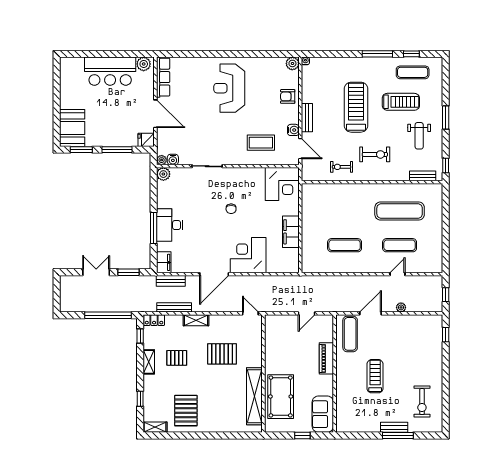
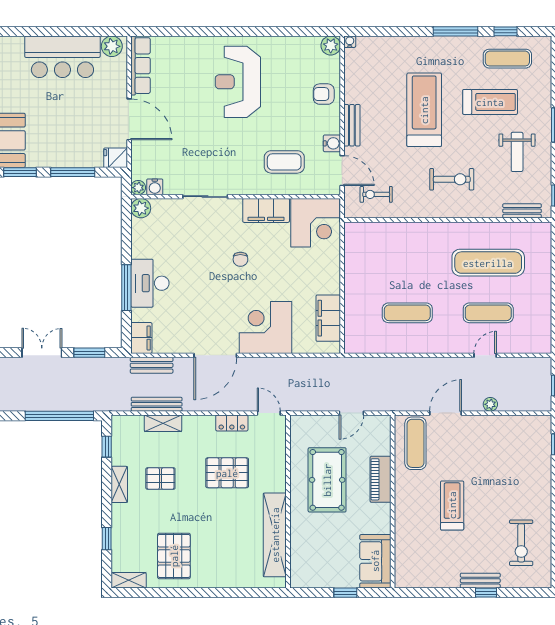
exercise bike: (341, 167) -> (376, 194), moved
filing cabinet: (249, 176) -> (266, 210), added
filing cabinet: (291, 232) -> (328, 318), moved
locker: (154, 320) -> (232, 423), moved
shelving: (196, 320) -> (163, 423), moved
pool table: (281, 397) -> (327, 480), moved
window: (398, 436) -> (486, 593), width x0.46

